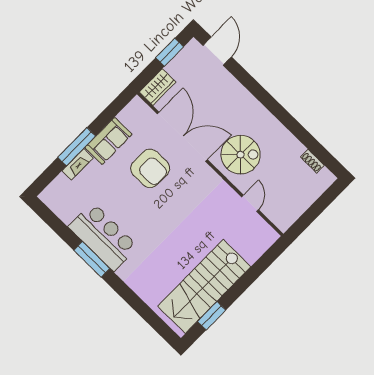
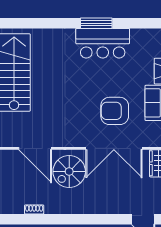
shoe rack: (312, 161) -> (34, 209), moved
door: (250, 203) -> (35, 148), width x1.87

